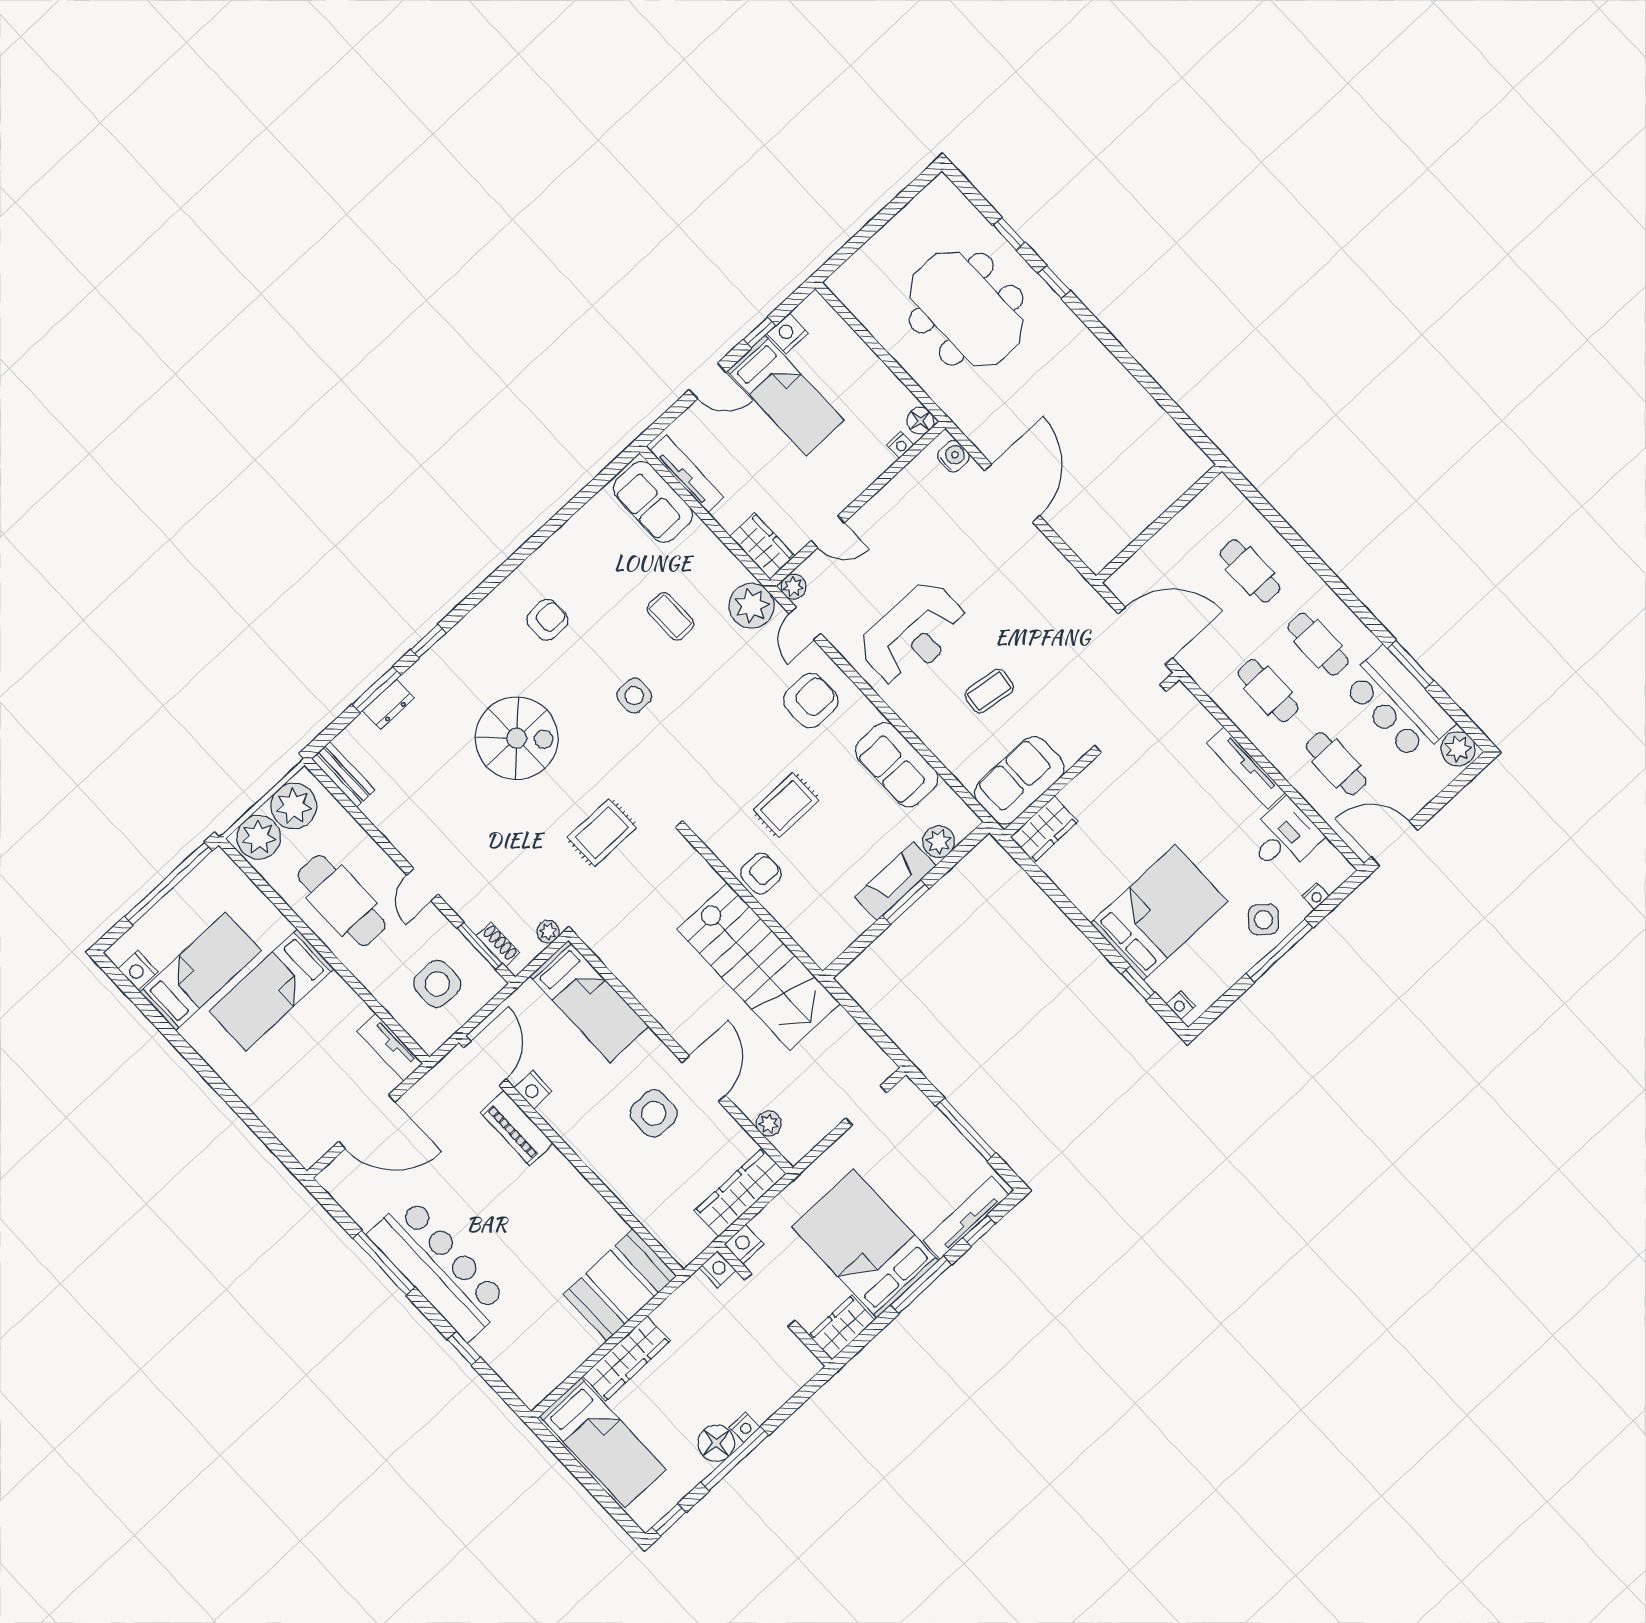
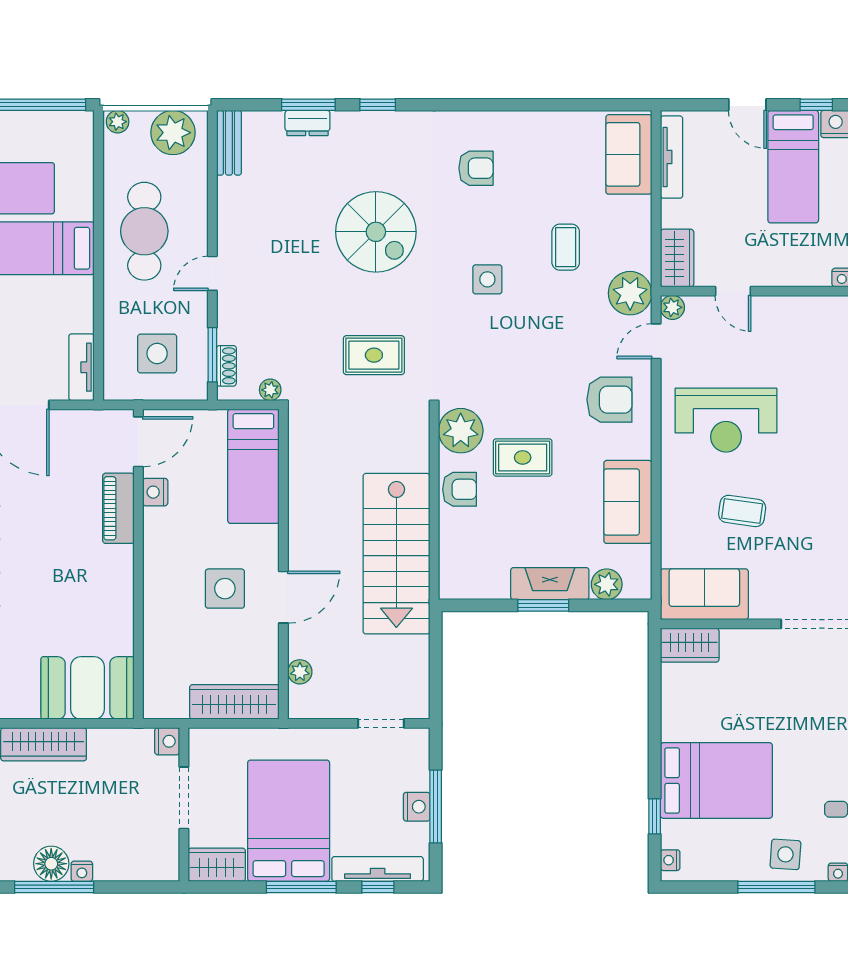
plant: (721, 828) -> (461, 431), added
plant: (259, 837) -> (118, 122), width x0.53, depth x0.53
side table: (1263, 920) -> (785, 854), turned -37
nightstand: (744, 1244) -> (417, 807), moved, turned 90

